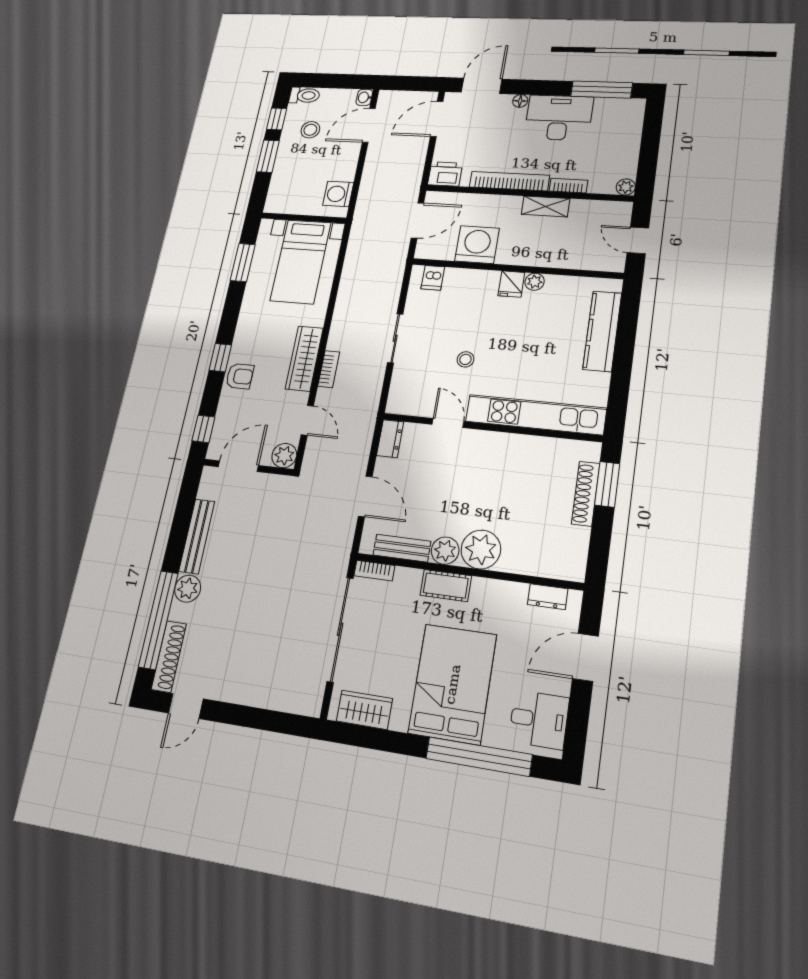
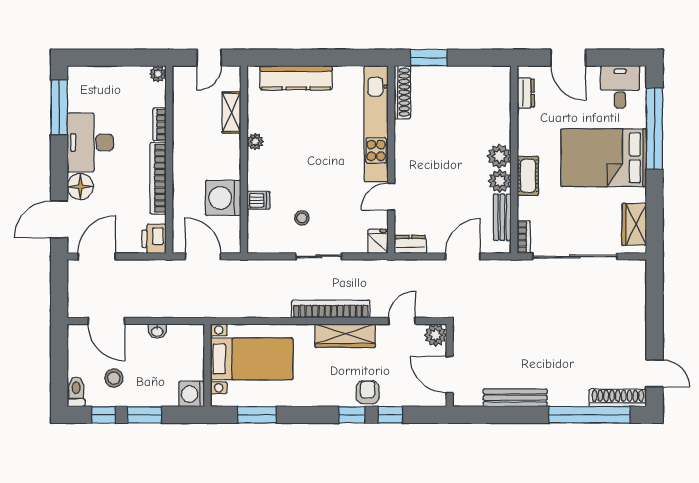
door: (482, 86) -> (59, 219), hinge flipped
washbasin: (364, 97) -> (157, 331), moved
floor lamp: (520, 101) -> (80, 187), width x1.89, depth x1.89
door: (437, 119) -> (97, 256), swing flipped
washing machine: (338, 194) -> (192, 394), moved, turned 90
shelving: (546, 206) -> (232, 112), moved
dishwasher: (433, 278) -> (258, 200), moved
fridge: (511, 284) -> (378, 241), moved, turned -90
stool: (465, 359) -> (302, 218), moved
bookcase: (329, 369) -> (331, 309), width x2.31, depth x1.31
window: (203, 429) -> (390, 415), moved
shoe rack: (586, 494) -> (402, 92), moved, turned -90
plant: (481, 549) -> (499, 156), width x0.73, depth x0.73
plant: (188, 589) -> (560, 395), removed

